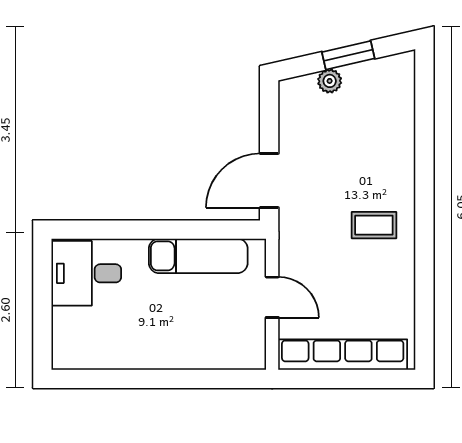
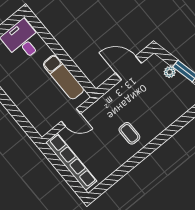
door: (269, 180) -> (129, 68), moved
door: (272, 297) -> (71, 118), hinge flipped

